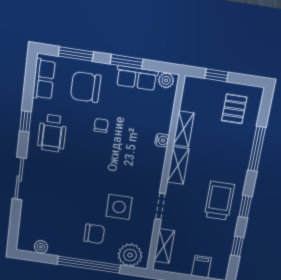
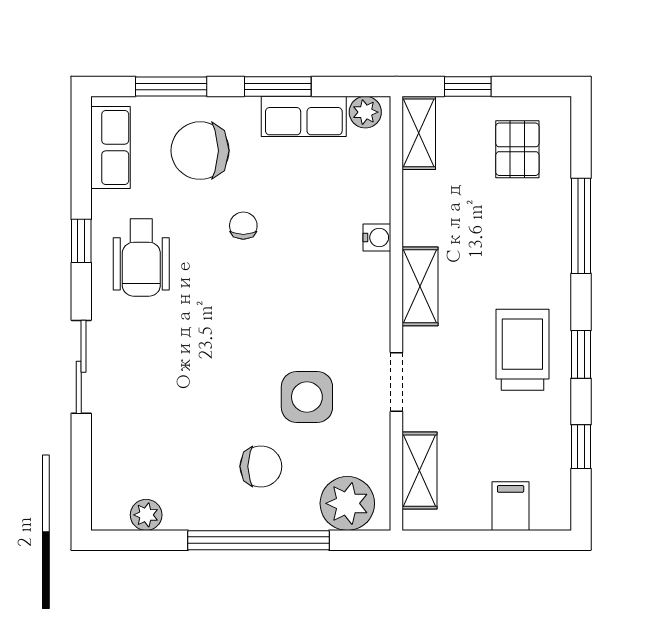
shelving: (184, 129) -> (419, 133), moved

